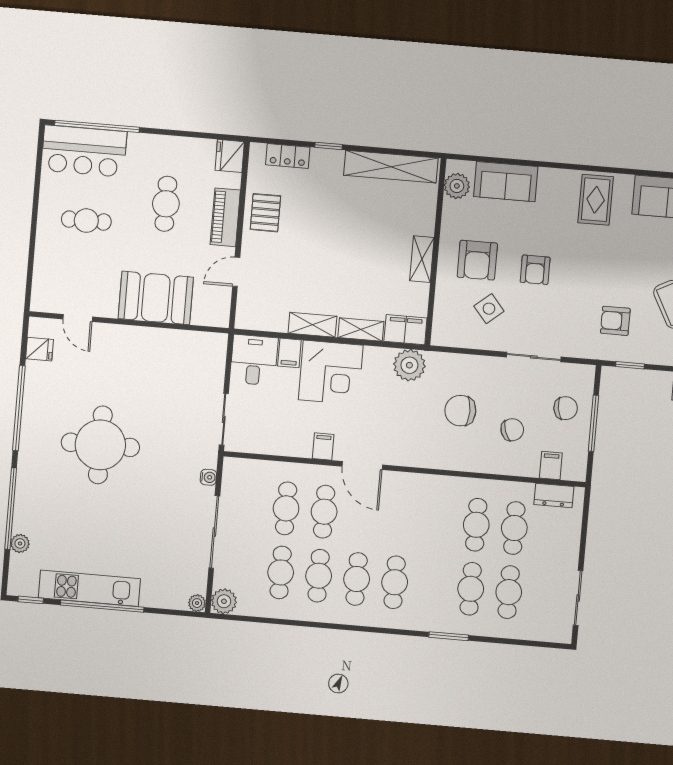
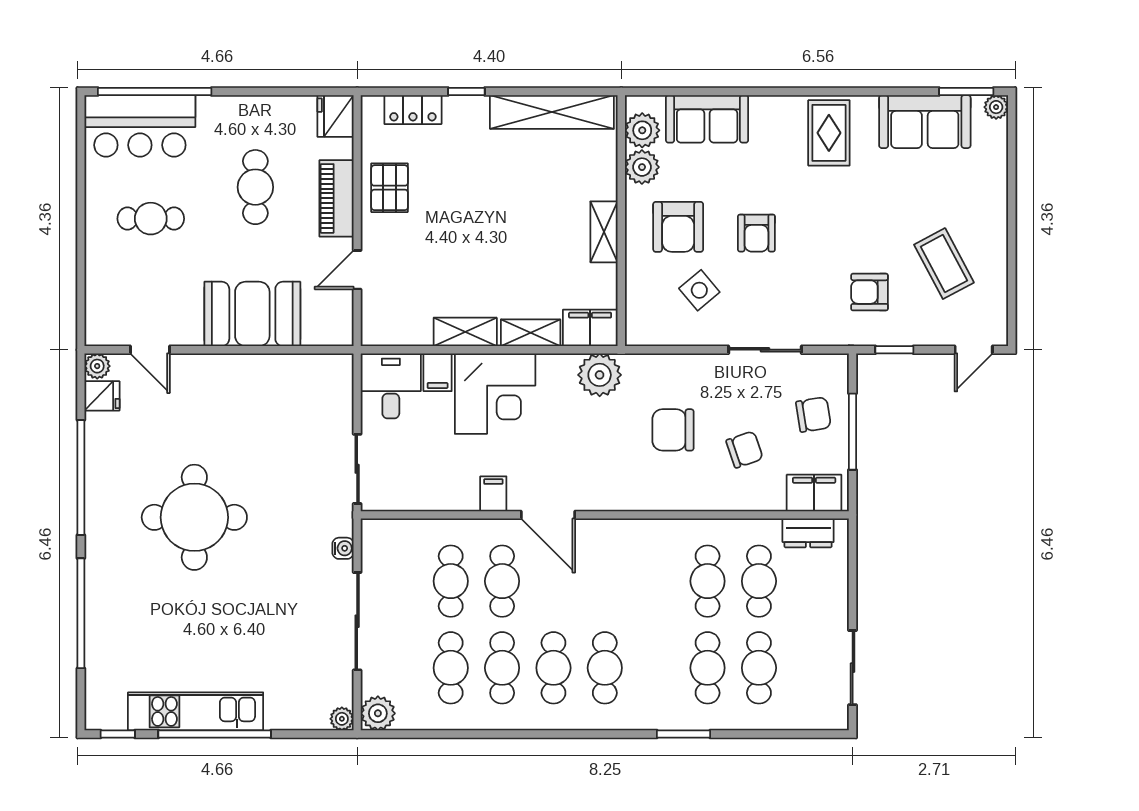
plant: (454, 213) -> (642, 167), added
filing cabinet: (551, 466) -> (814, 493), width x2.00
plant: (20, 543) -> (97, 366), moved

